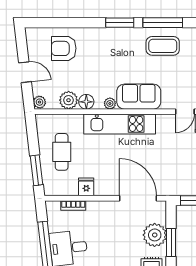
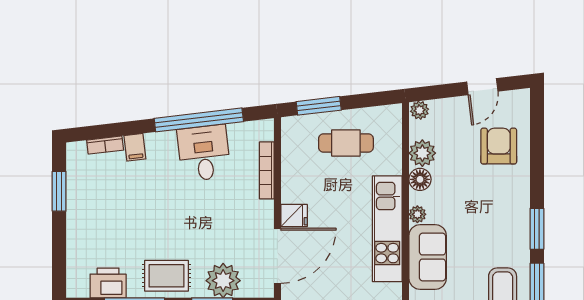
door: (25, 72) -> (482, 87), moved
fridge: (86, 187) -> (294, 215), moved
bookcase: (73, 205) -> (267, 170), width x1.56

